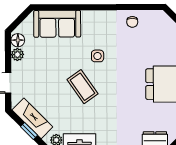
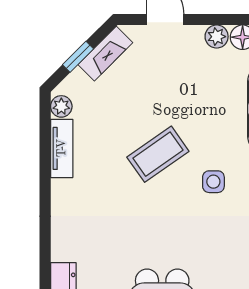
fireplace: (32, 118) -> (105, 54), width x0.73, depth x0.76

